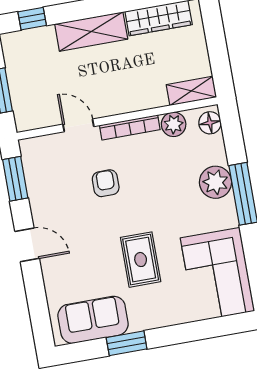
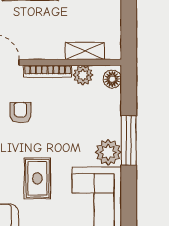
shelving: (191, 91) -> (85, 51), moved
plant: (215, 182) -> (108, 152), moved

